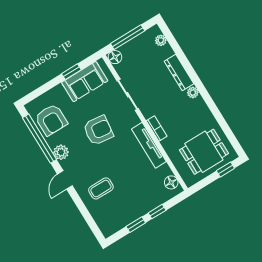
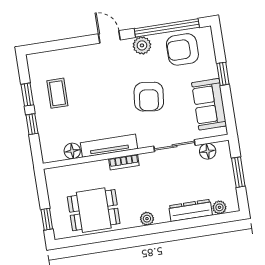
window: (128, 37) -> (238, 172), width x0.69
floor lamp: (115, 57) -> (208, 151), moved
window: (71, 72) -> (223, 74), moved
dresser: (179, 73) -> (191, 210), moved
dining table: (204, 152) -> (94, 210), moved, turned 90
floor lamp: (171, 182) -> (72, 151), moved
coffee table: (101, 188) -> (57, 93), moved

